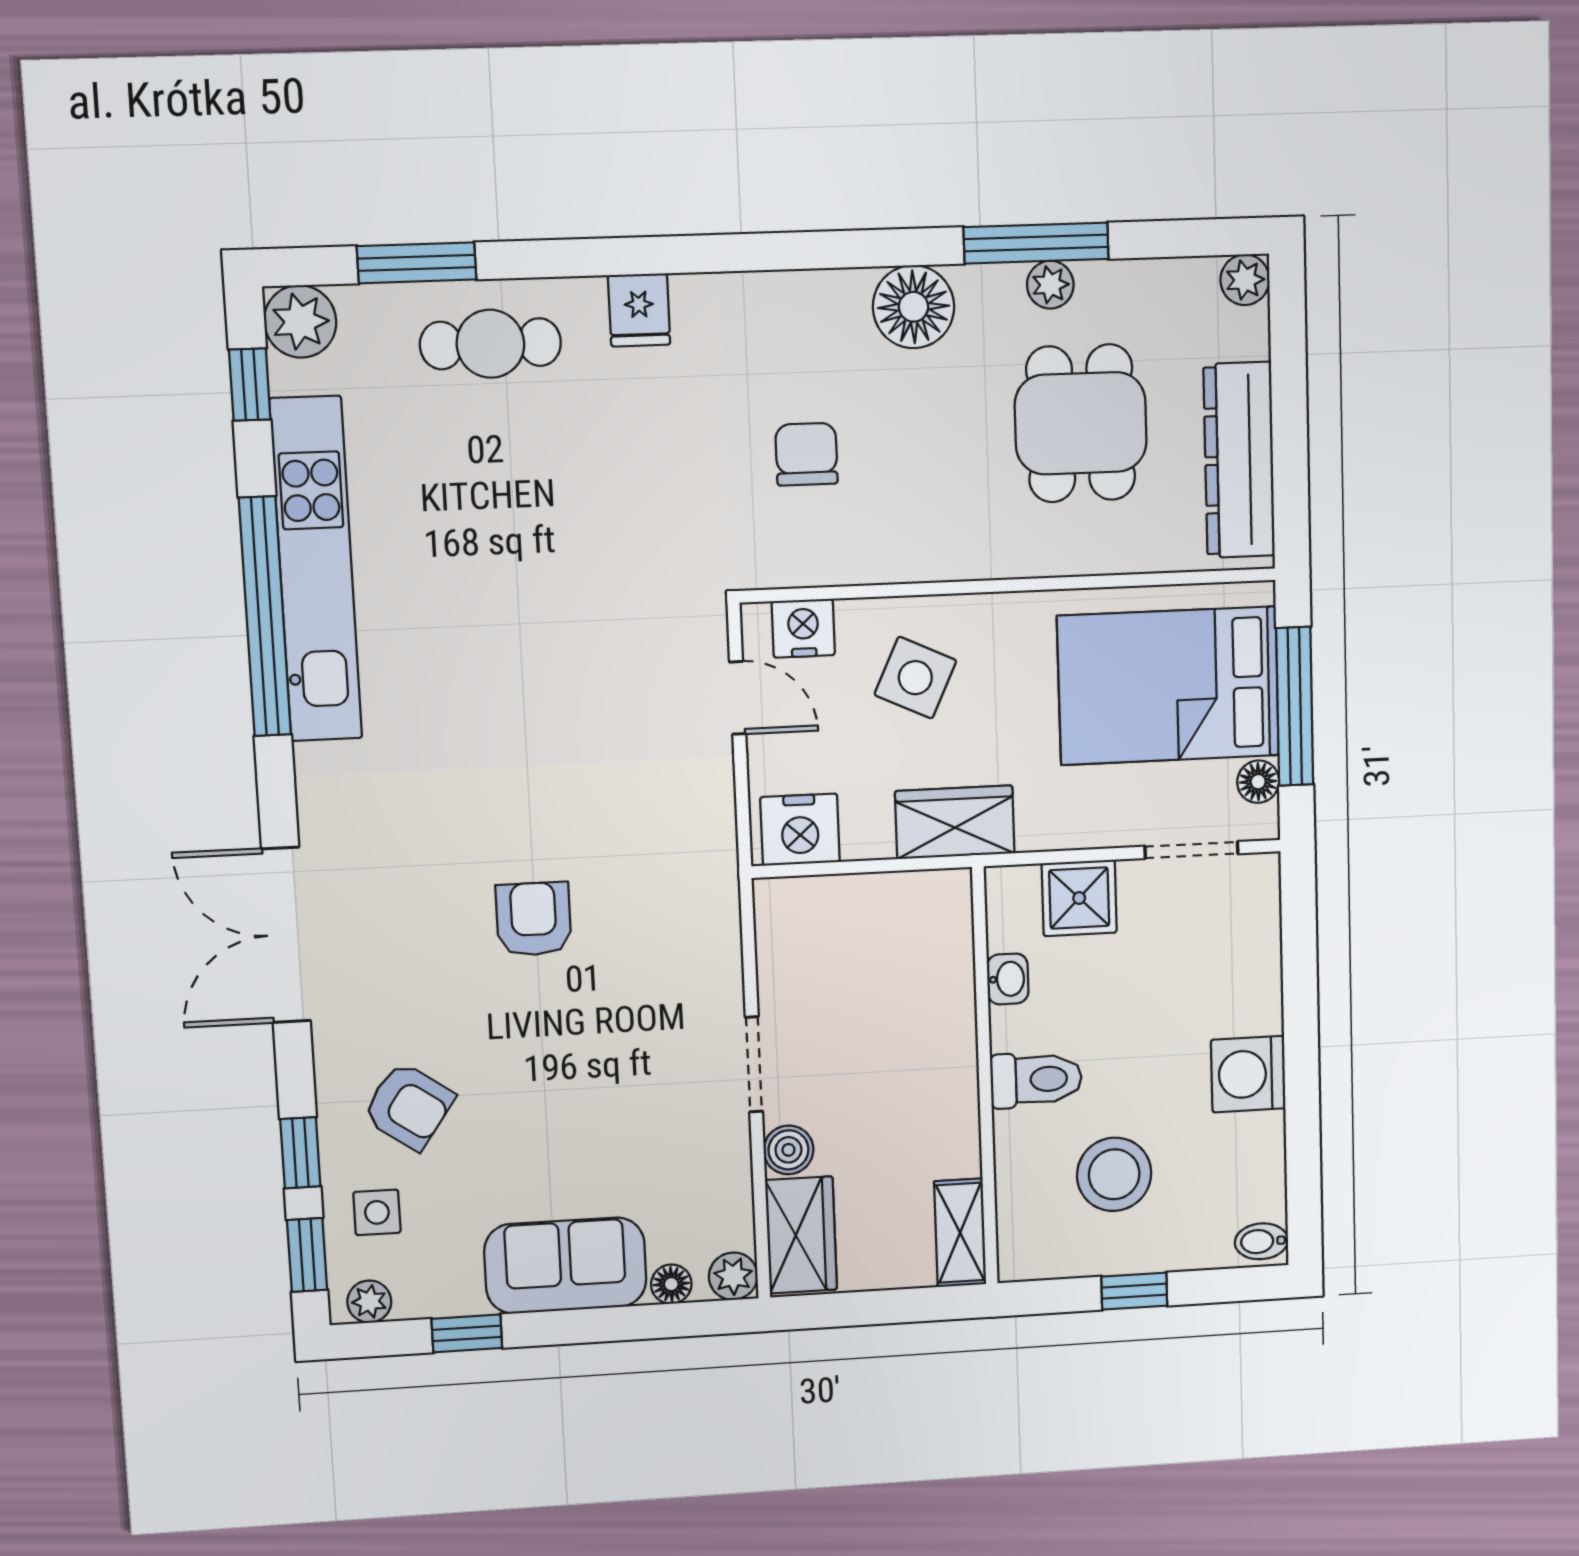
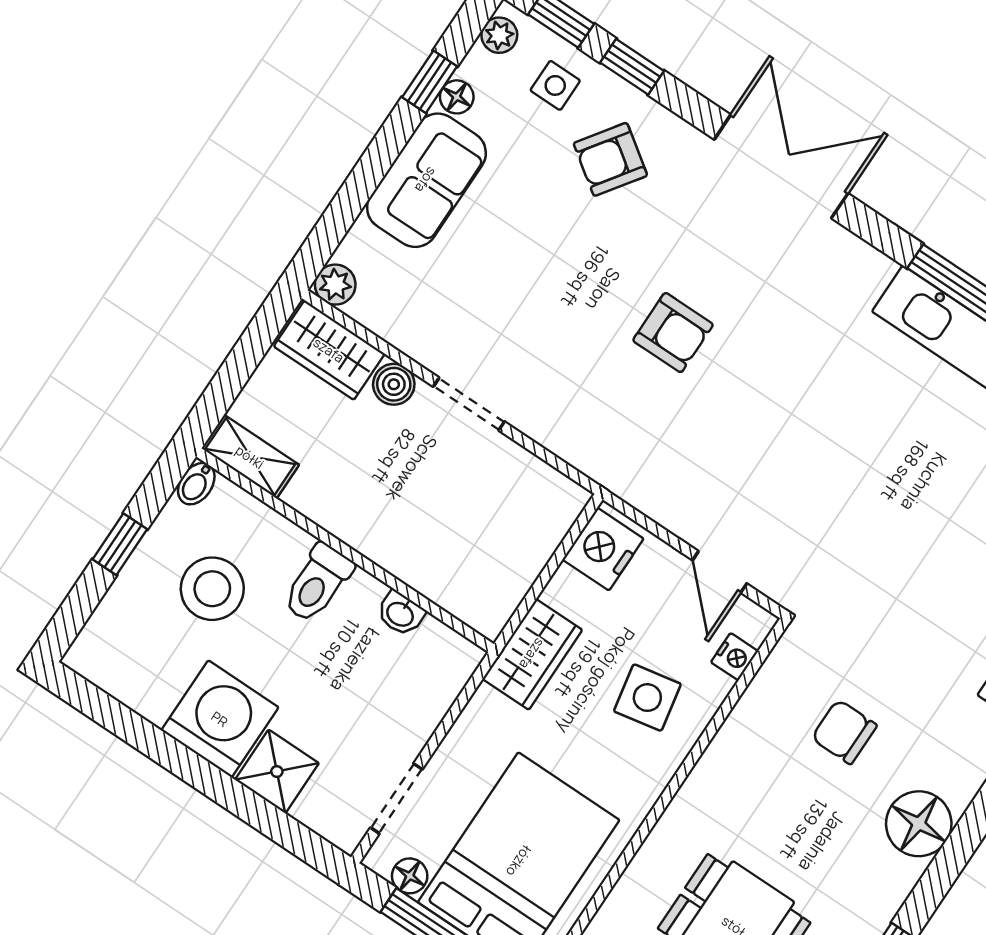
floor lamp: (914, 307) -> (919, 824), moved
chair: (806, 454) -> (844, 732), turned 180
nightstand: (803, 628) -> (735, 657), width x0.72, depth x0.74
side table: (915, 678) -> (647, 698), turned -36
door: (738, 698) -> (720, 572), hinge flipped
shower: (1079, 898) -> (277, 772), moved
washing machine: (1248, 1074) -> (220, 719), width x1.37, depth x1.37
bidet: (1261, 1241) -> (196, 484), moved, turned 180
floor lamp: (671, 1284) -> (457, 97), moved

